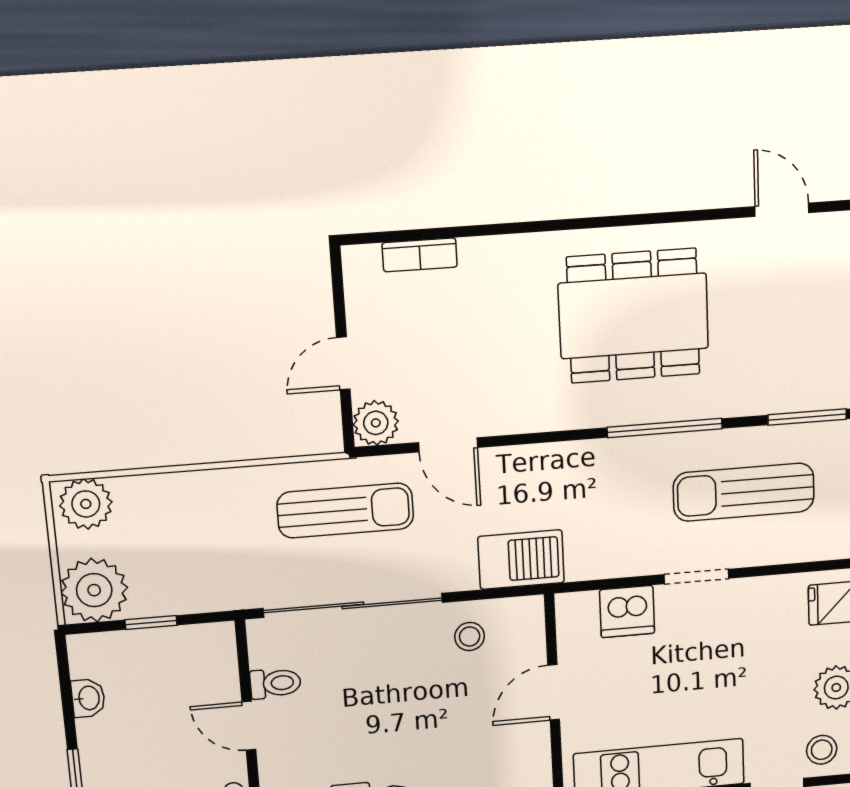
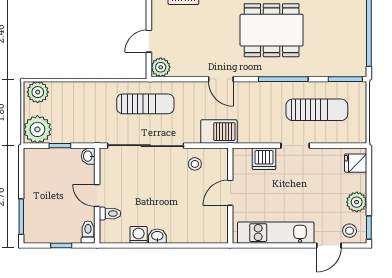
door: (448, 445) -> (221, 79), moved
sun lounger: (744, 492) -> (317, 110), turned 180
toilet: (275, 683) -> (110, 214), moved
washbasin: (88, 698) -> (88, 156), moved, turned 180

